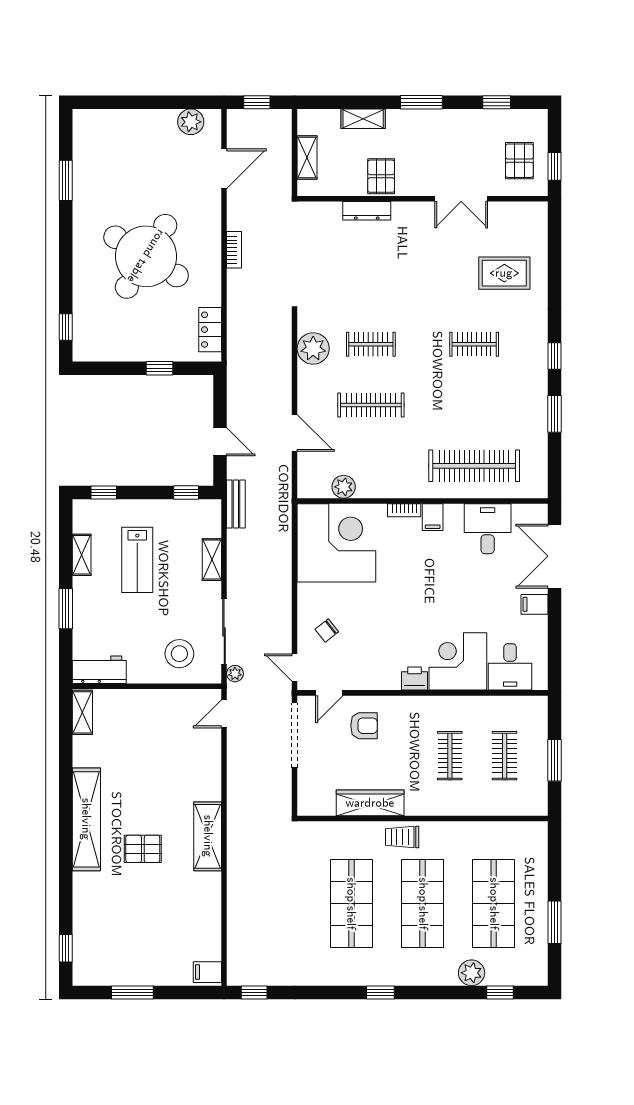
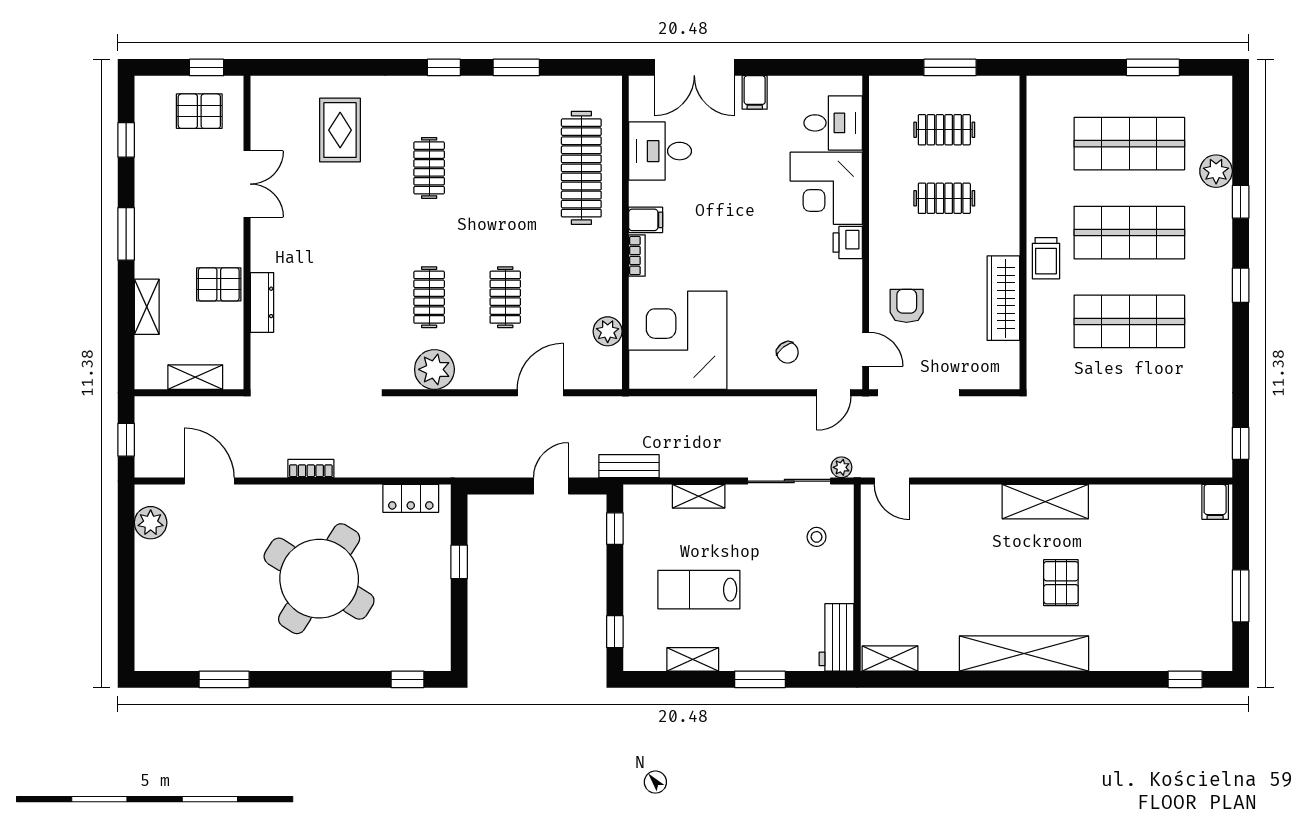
clothes rail: (371, 405) -> (505, 297), width x0.73
lab bench: (137, 560) -> (699, 590), turned 180
stool: (179, 654) -> (817, 537), width x0.53, depth x0.53
window: (500, 992) -> (1241, 202), moved

